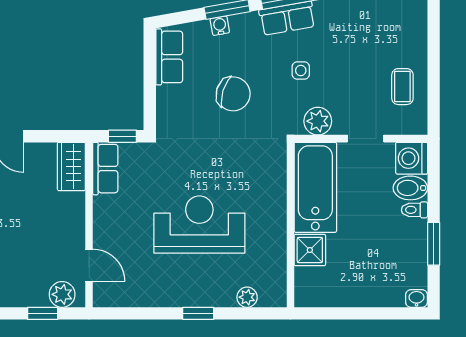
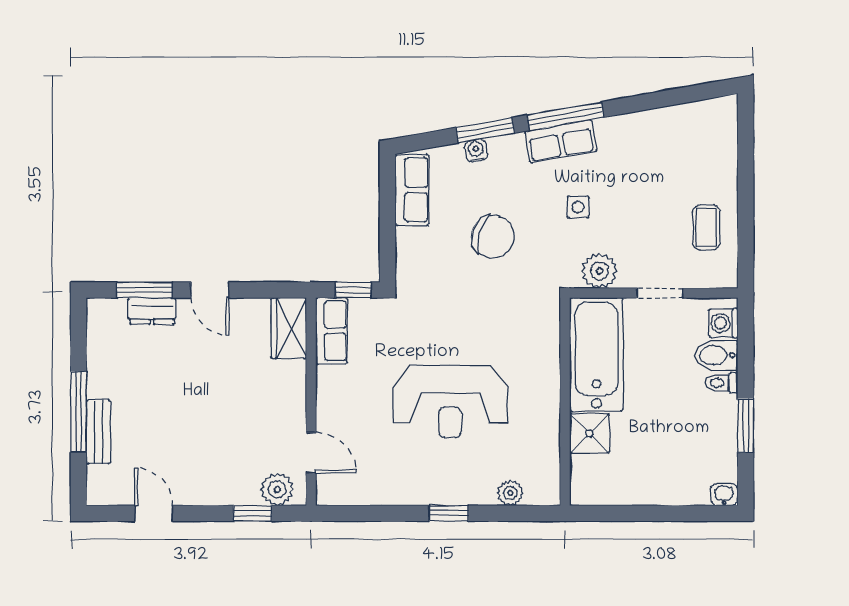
washing machine: (412, 158) -> (723, 323), width x0.73, depth x0.73
reception desk: (199, 225) -> (450, 401), turned 180

